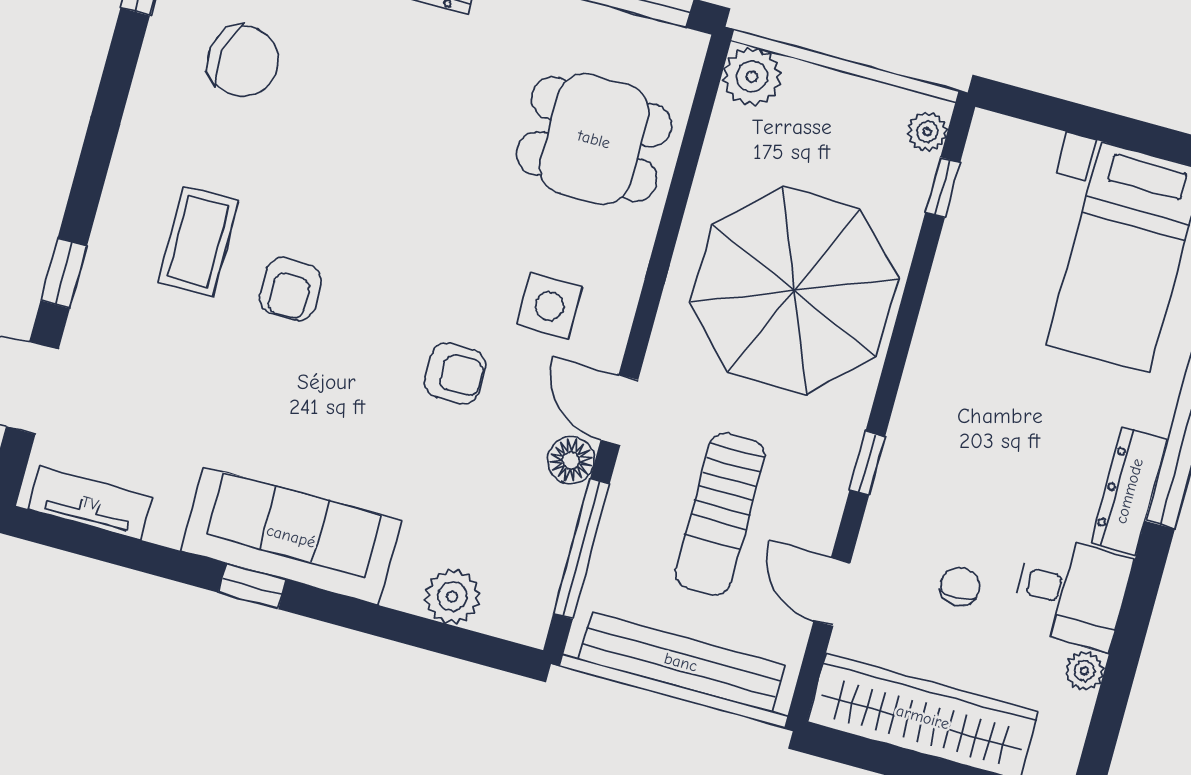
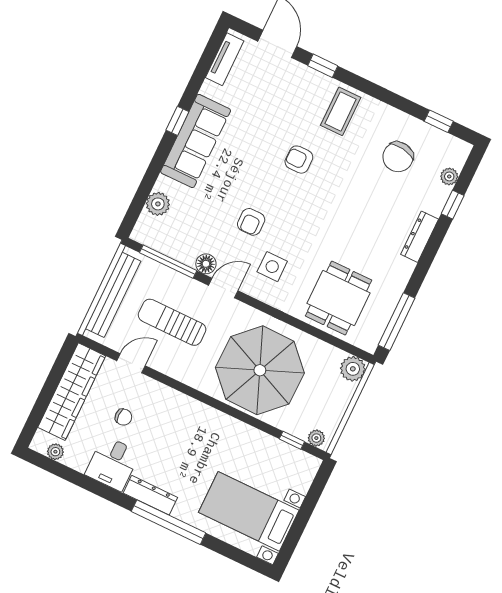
coffee table: (198, 241) -> (341, 111), moved, turned 90
window: (867, 463) -> (182, 388), removed
plant: (1084, 671) -> (55, 452), moved

